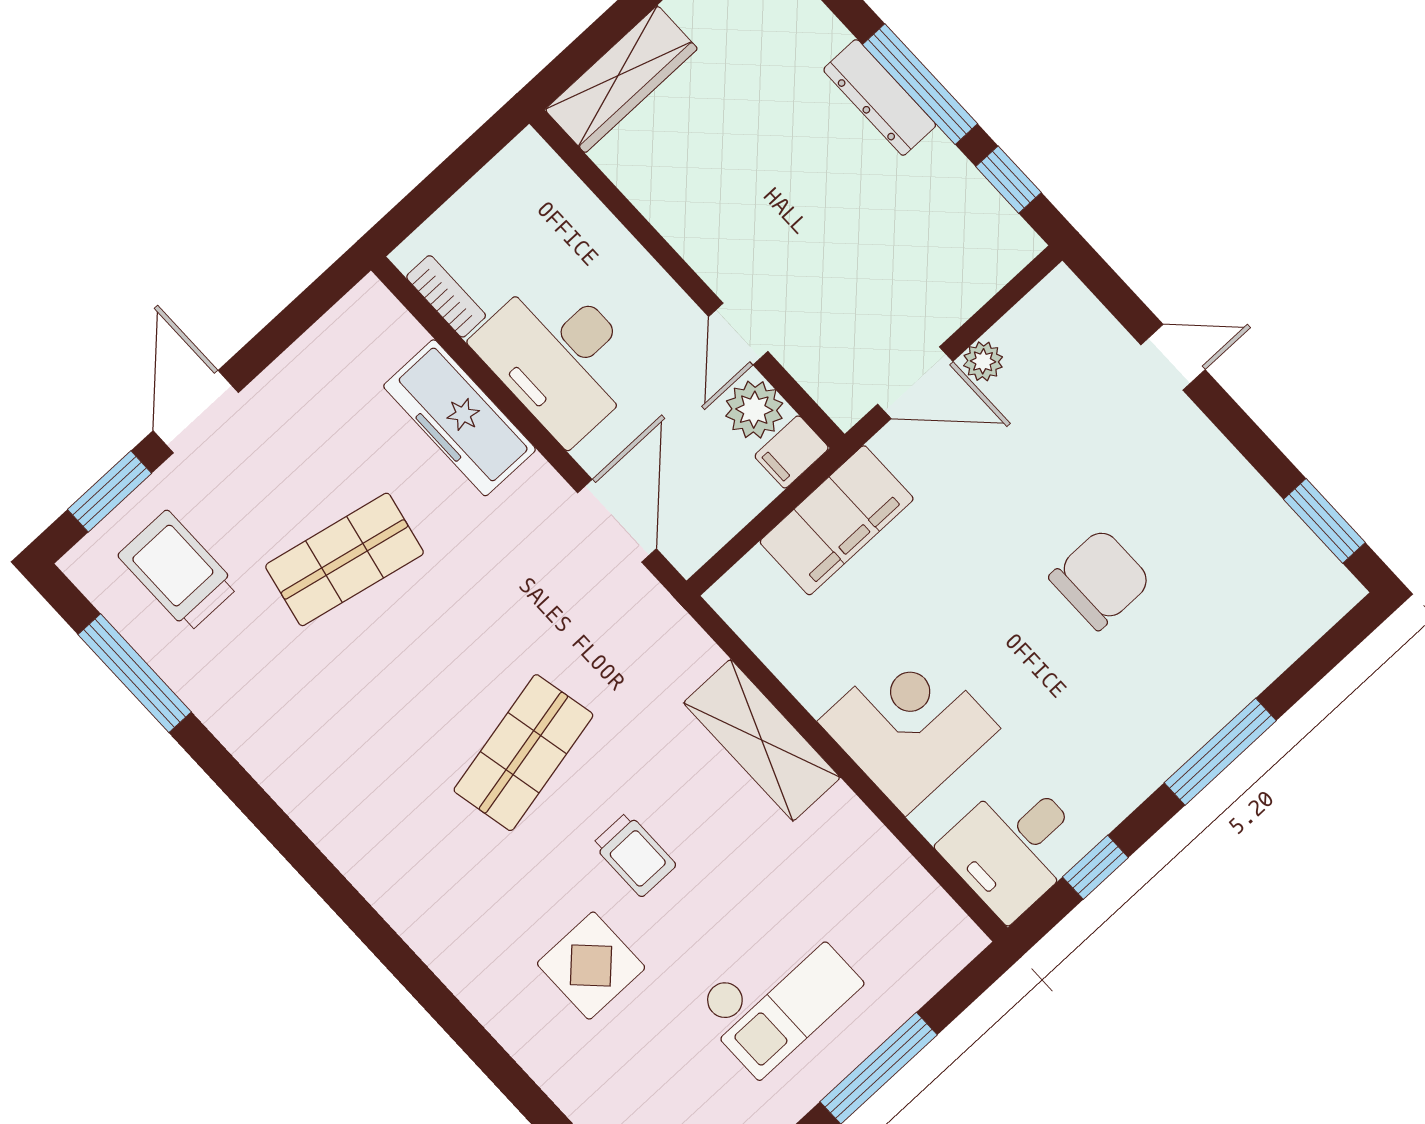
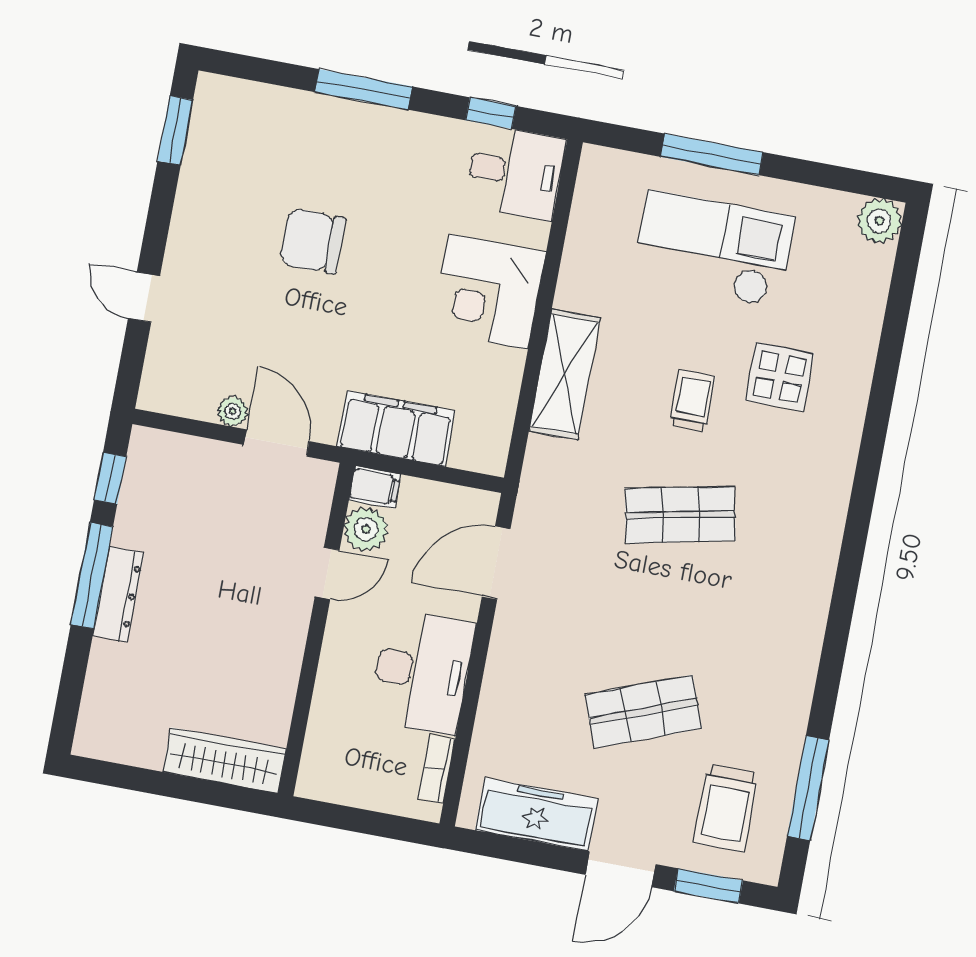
freezer: (460, 418) -> (536, 815), moved, turned -90
shop shelf: (345, 559) -> (643, 712), turned -33
checkout: (778, 996) -> (713, 249), width x1.36, depth x1.21

